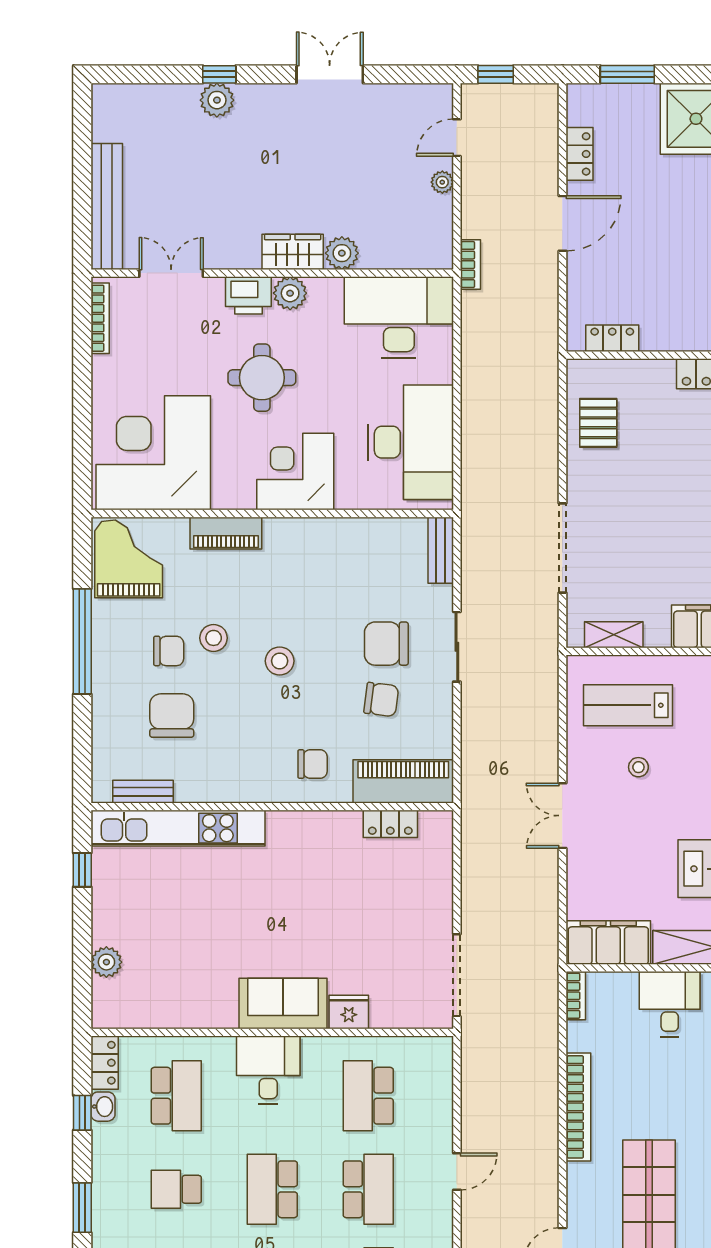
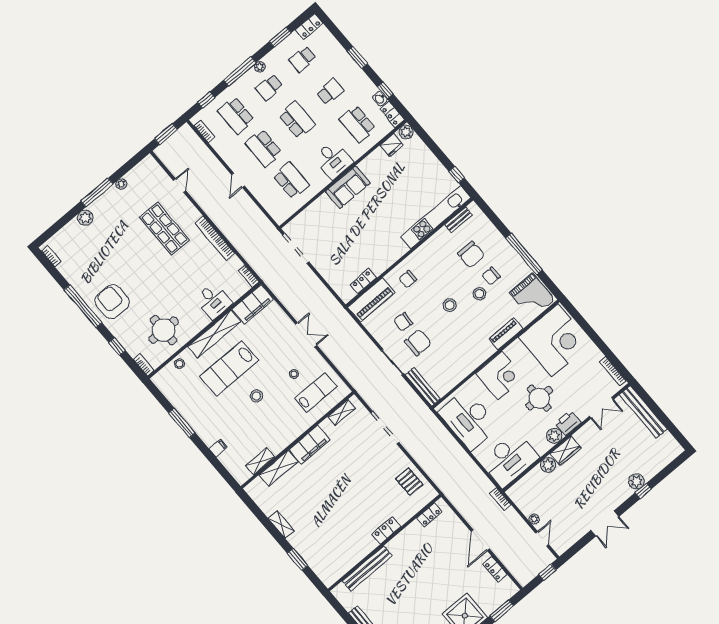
bench: (441, 550) -> (423, 387), width x1.36
plant: (106, 962) -> (406, 132), moved
fridge: (349, 1012) -> (392, 145), moved

